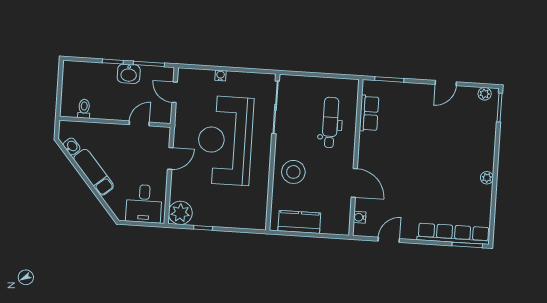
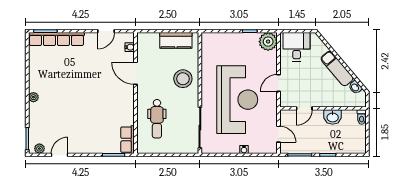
washbasin: (129, 74) -> (333, 117), moved, turned 180
door: (446, 83) -> (60, 155), moved
toilet: (84, 109) -> (362, 117), moved
row of seats: (369, 113) -> (128, 140), moved
plant: (487, 178) -> (33, 97), moved

